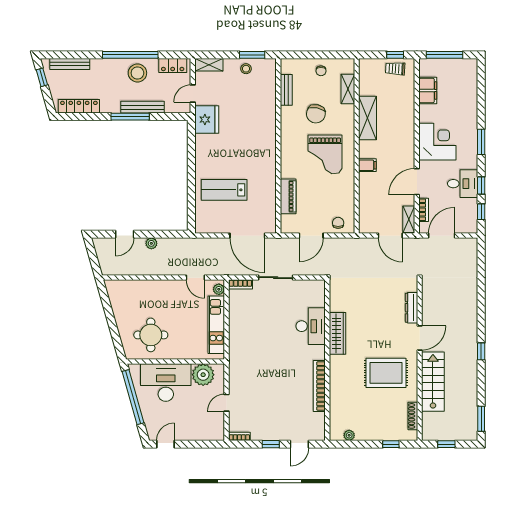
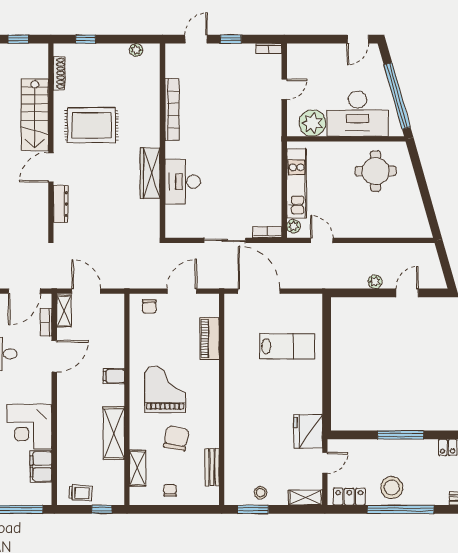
window: (395, 55) -> (102, 509), moved
bench: (143, 107) -> (386, 446), removed
corner desk: (437, 142) -> (29, 427), moved

